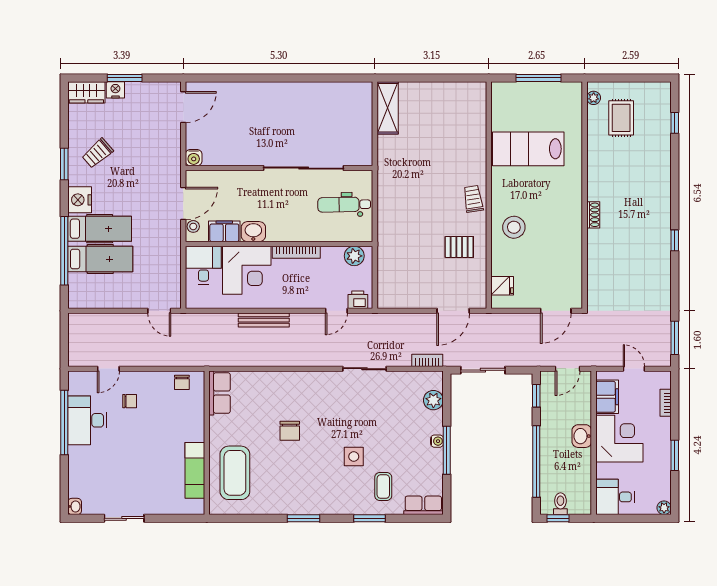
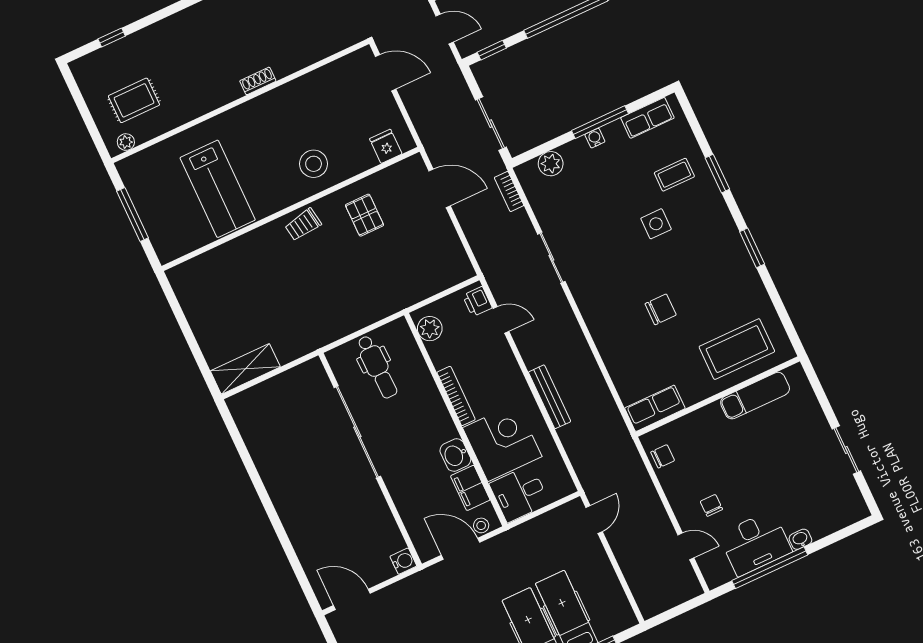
row of seats: (423, 505) -> (647, 118), moved, turned -90
washbasin: (75, 506) -> (800, 539), moved

